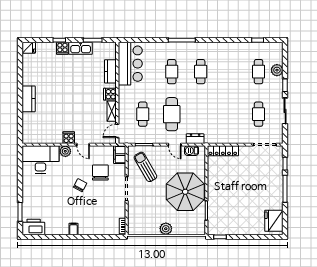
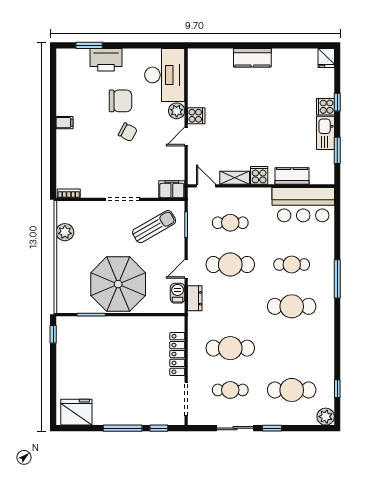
plant: (277, 70) -> (326, 417), moved
cafe table: (201, 72) -> (292, 306), width x1.37, depth x1.35
cafe table: (259, 72) -> (292, 390), width x1.37, depth x1.35
cafe table: (230, 114) -> (230, 348), added
locker: (223, 151) -> (177, 354), moved
chair: (100, 173) -> (120, 101), moved
printer: (34, 227) -> (106, 60), moved, turned 90
plant: (166, 229) -> (65, 232), moved

